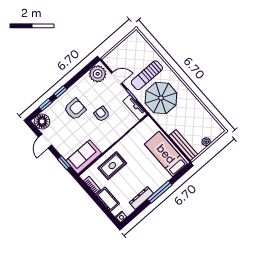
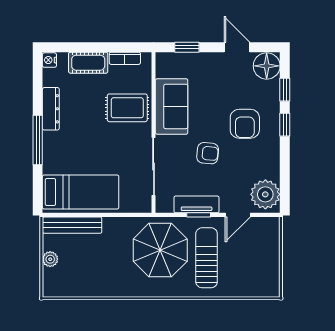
tv unit: (135, 108) -> (197, 204), moved
sofa: (84, 157) -> (172, 106), moved
rug: (112, 166) -> (127, 108), turned 90

